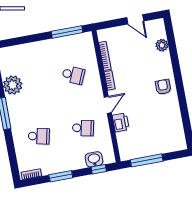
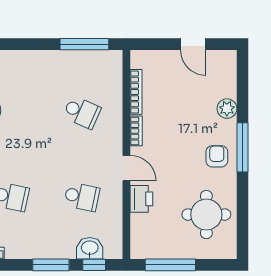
plant: (162, 45) -> (227, 109), moved
window: (178, 78) -> (243, 147), added
door: (108, 105) -> (126, 168), hinge flipped
round table: (163, 125) -> (206, 215), added
window: (61, 176) -> (51, 265), moved

